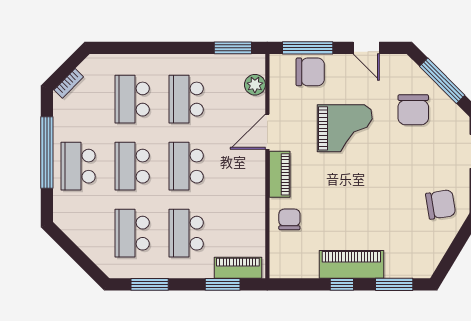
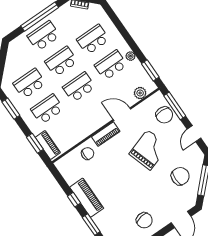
plant: (193, 62) -> (130, 56), added
chair: (413, 110) -> (180, 176), turned 180
grand piano: (345, 128) -> (149, 150), turned -108

